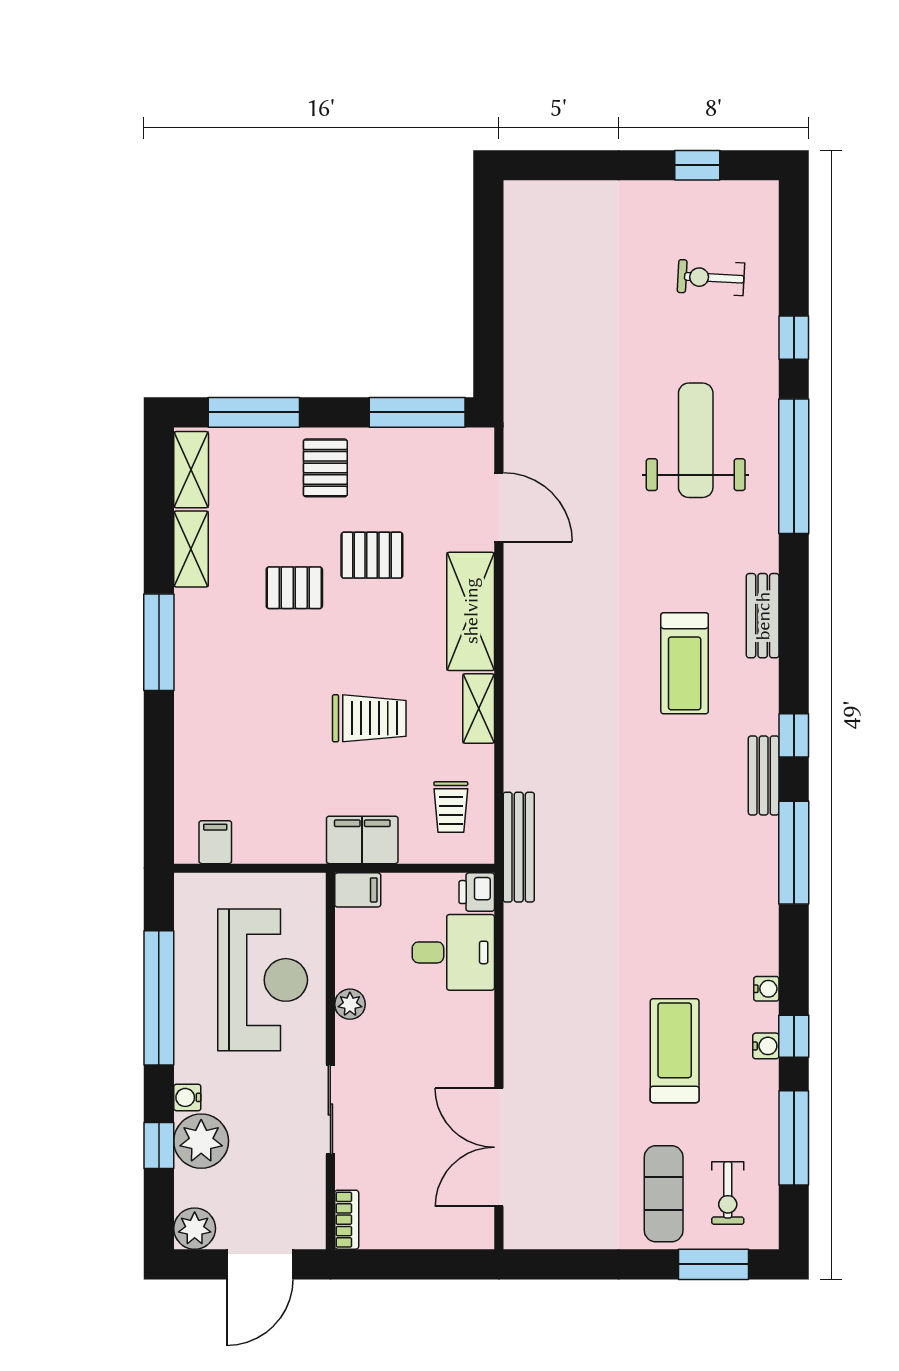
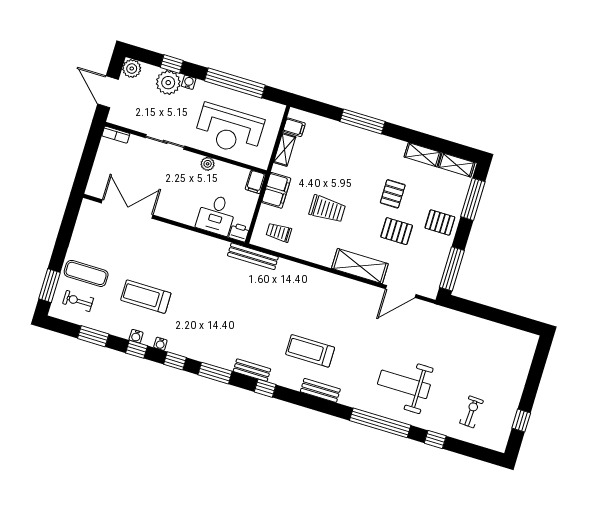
weight bench: (696, 440) -> (404, 384), turned 180
pallet: (372, 555) -> (397, 231), turned 90
window: (159, 642) -> (363, 122), moved
shelving: (479, 709) -> (285, 150), moved, turned 90
trolley: (369, 718) -> (327, 209), turned -90
window: (794, 853) -> (215, 373), width x0.69
window: (794, 946) -> (175, 361), added
treadmill: (675, 1051) -> (146, 297), turned 180
window: (794, 1138) -> (93, 336), width x0.69

